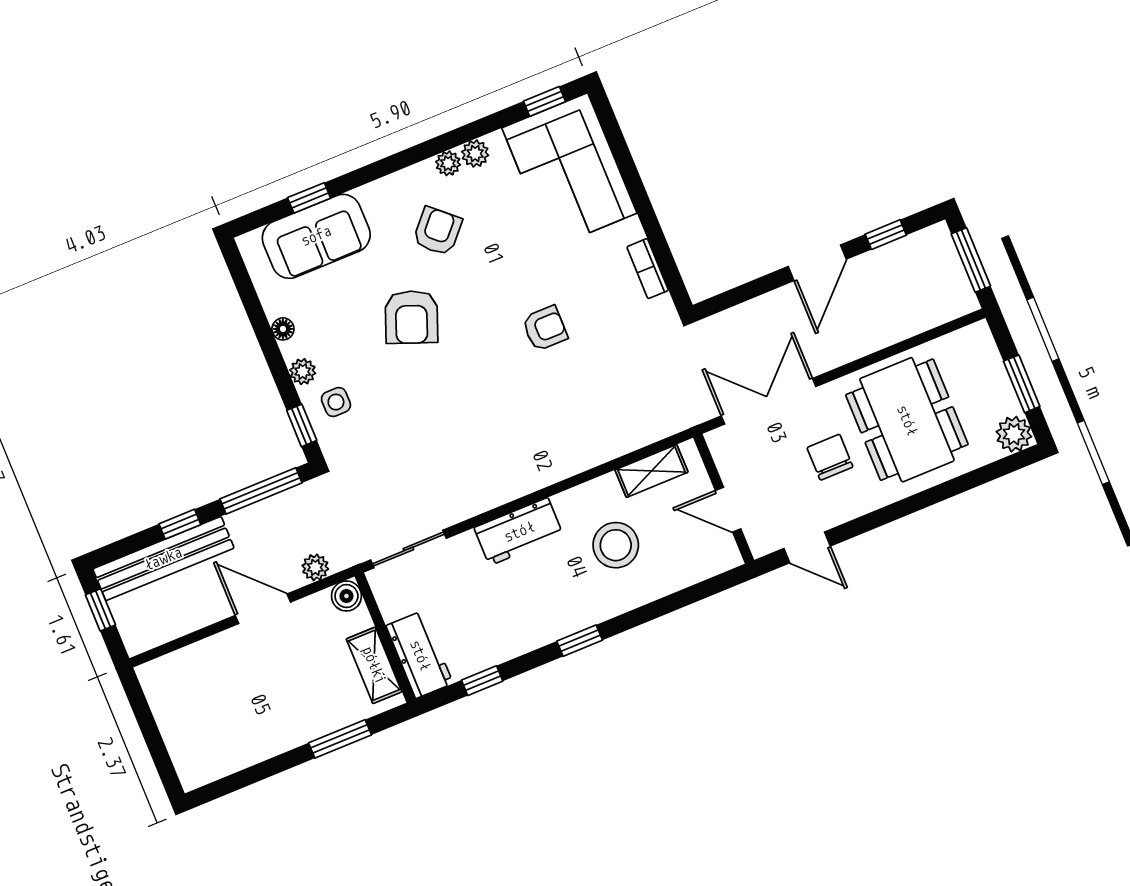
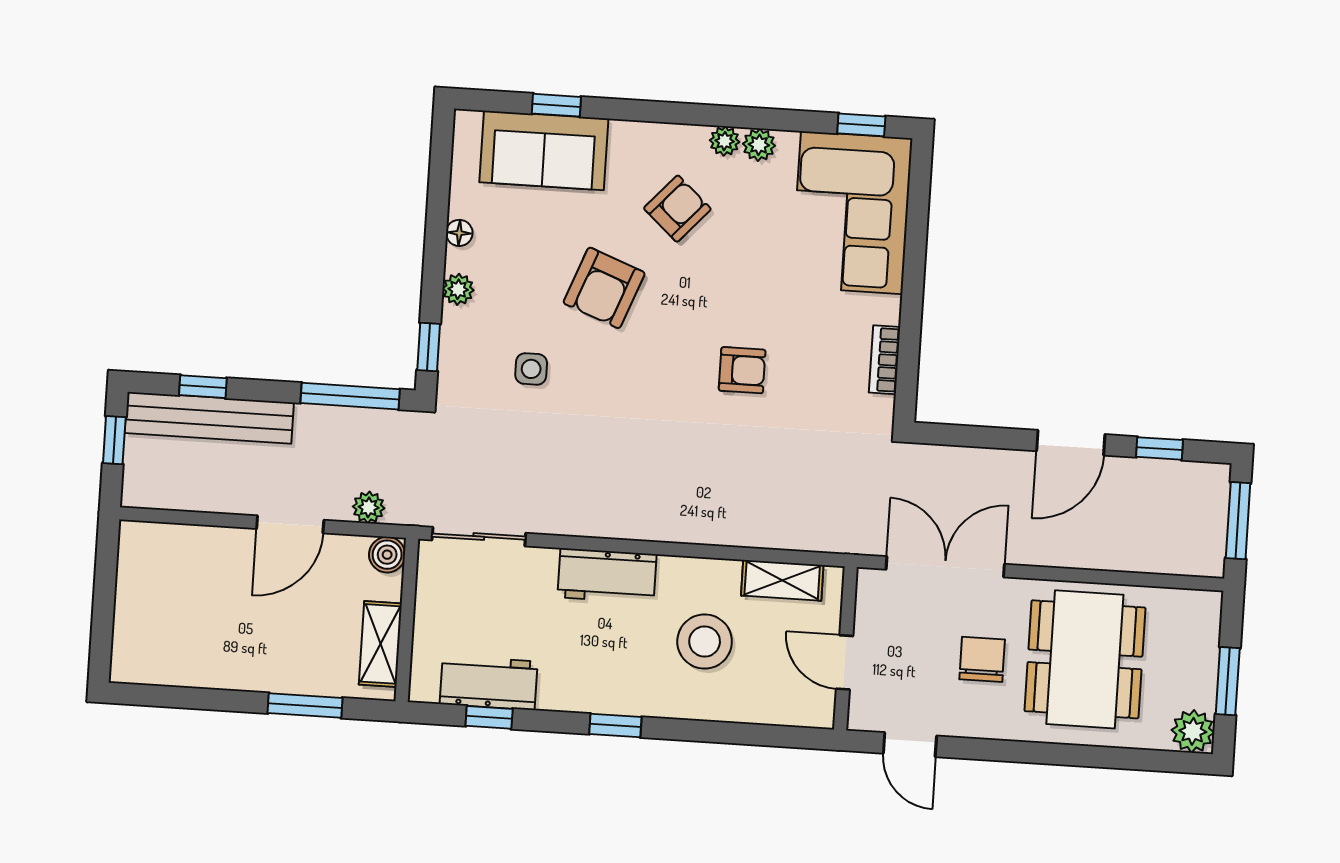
side table: (336, 402) -> (531, 369), moved
window: (180, 524) -> (203, 387), moved
door: (263, 609) -> (290, 524), swing flipped
workbench: (420, 655) -> (489, 683), moved, turned -90

